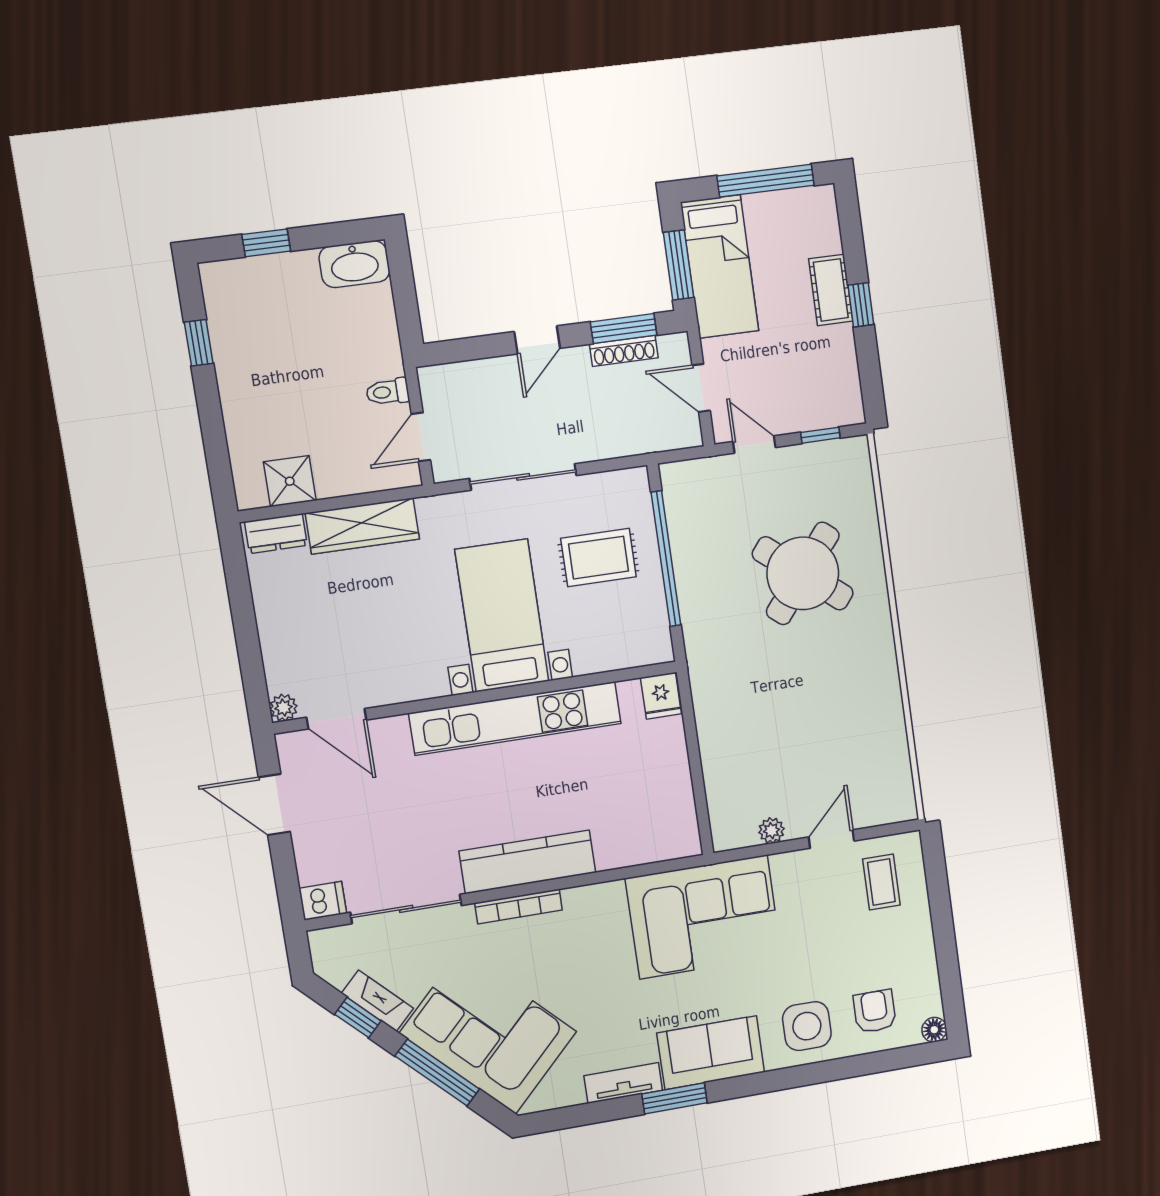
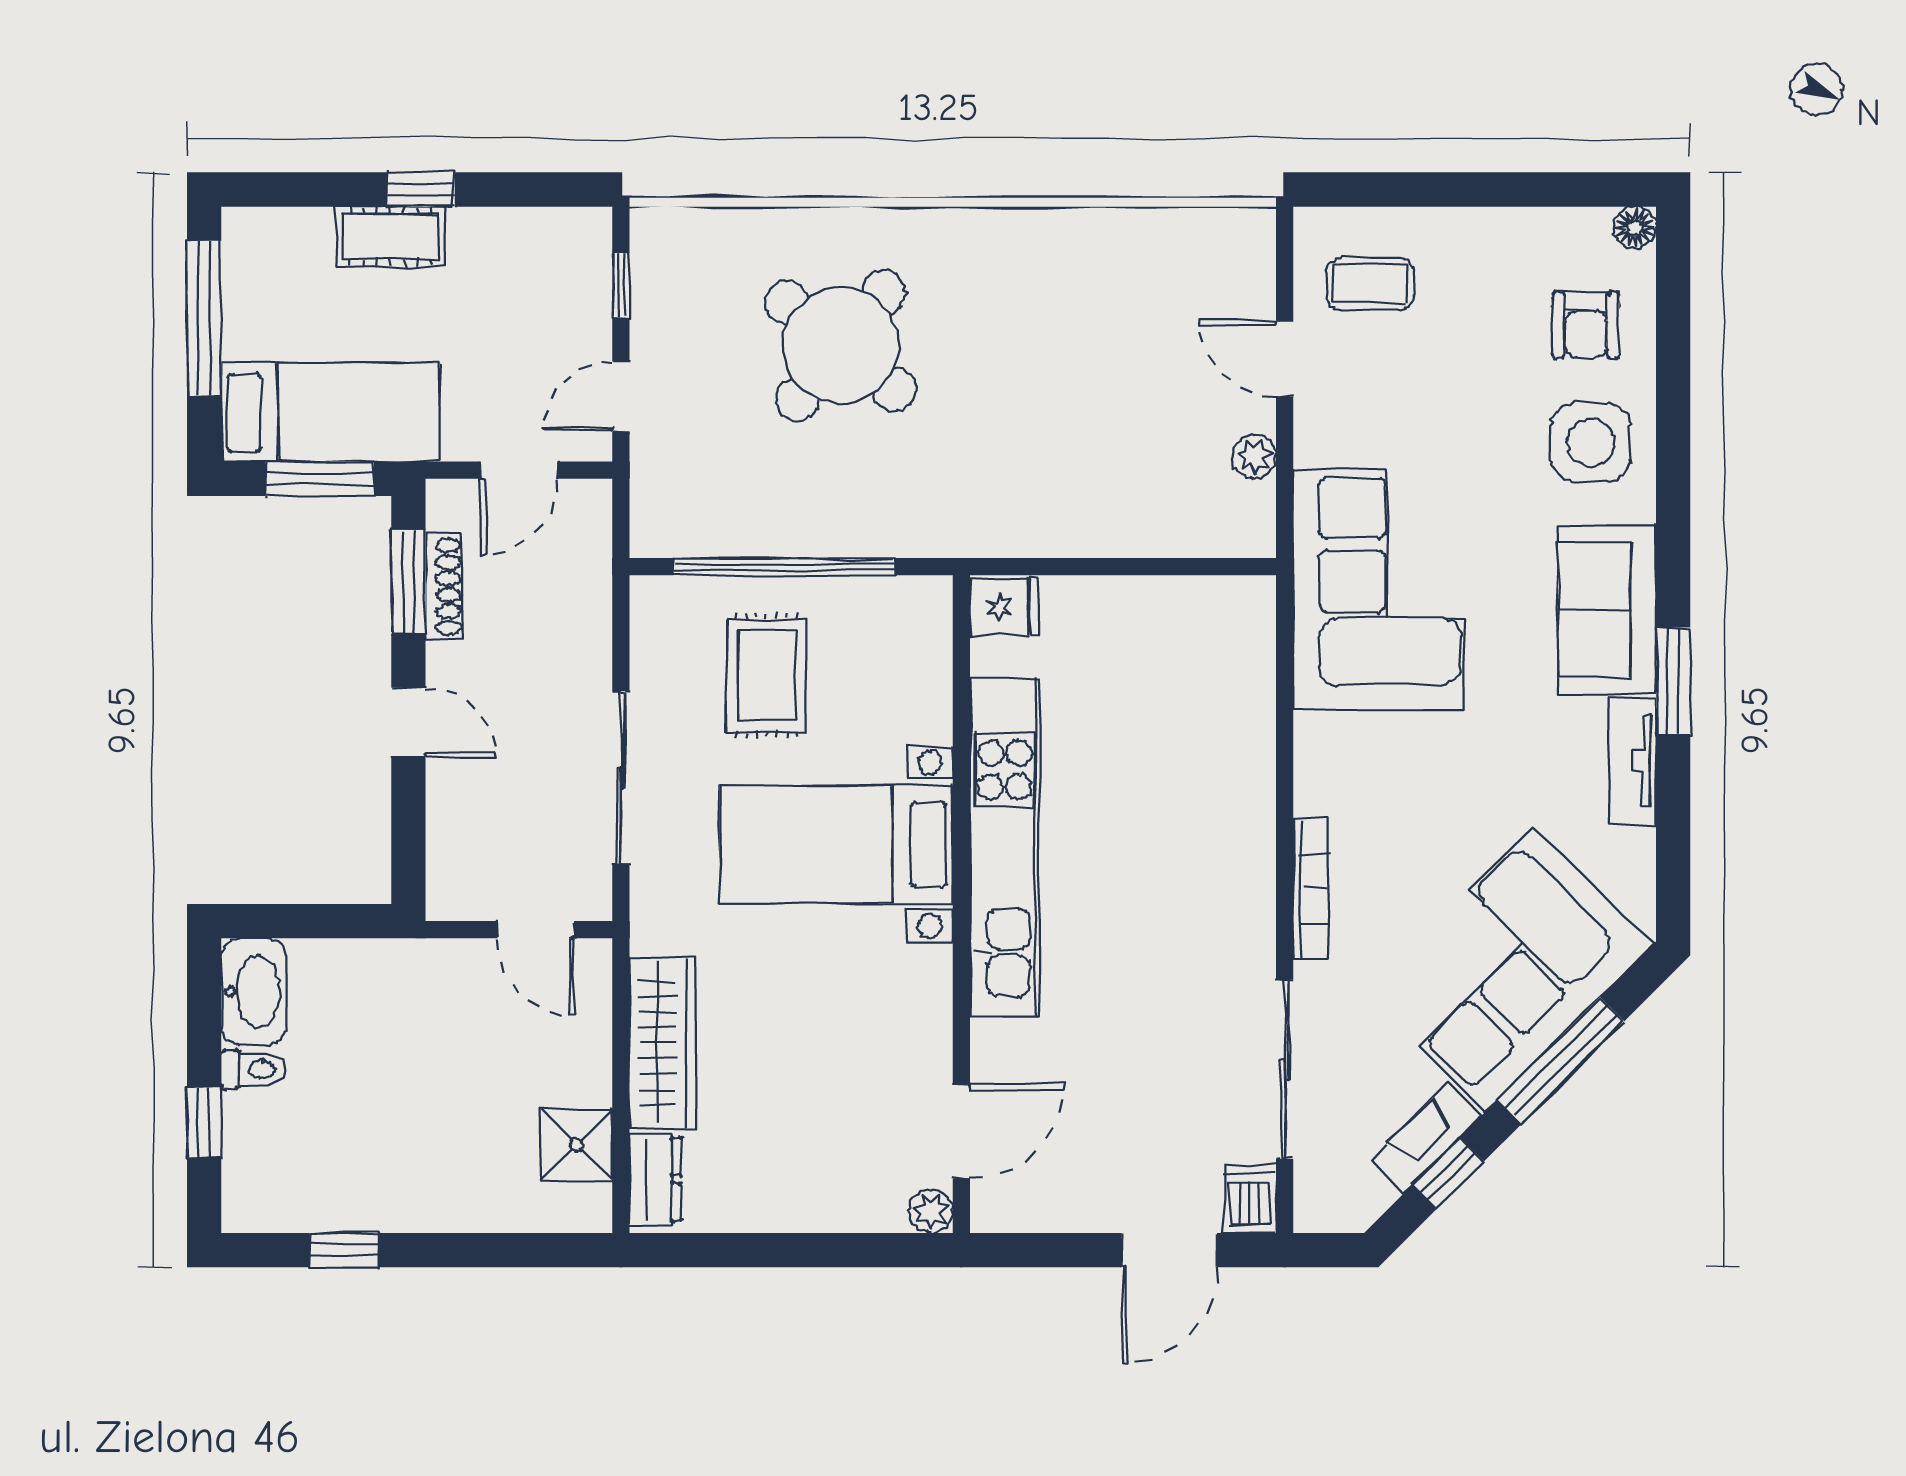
toilet: (388, 392) -> (254, 1069), moved, turned -90
door: (274, 805) -> (1169, 1250), moved
kitchen counter: (527, 862) -> (1240, 863), removed
armchair: (875, 1011) -> (1586, 325), turned -90

